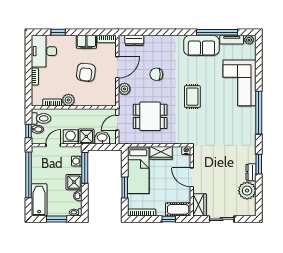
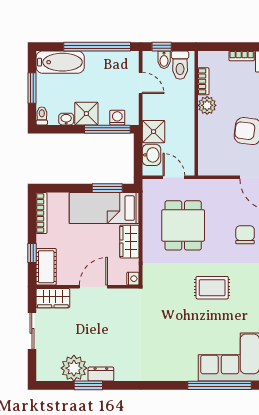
plant: (124, 89) -> (223, 188), removed
window: (259, 113) -> (220, 385), moved
washing machine: (71, 137) -> (153, 108), removed
window: (259, 164) -> (88, 385), moved
window: (125, 188) -> (107, 188), moved

